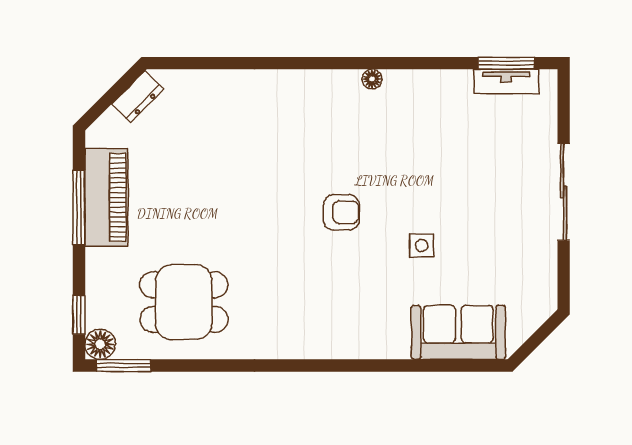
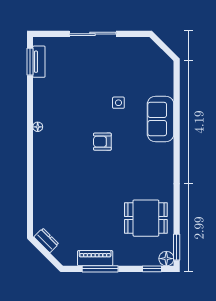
piano: (106, 197) -> (95, 258), width x0.73, depth x0.75
armchair: (341, 212) -> (102, 142), turned -90
dining table: (184, 302) -> (146, 218), turned 90
sofa: (458, 332) -> (161, 119), moved

